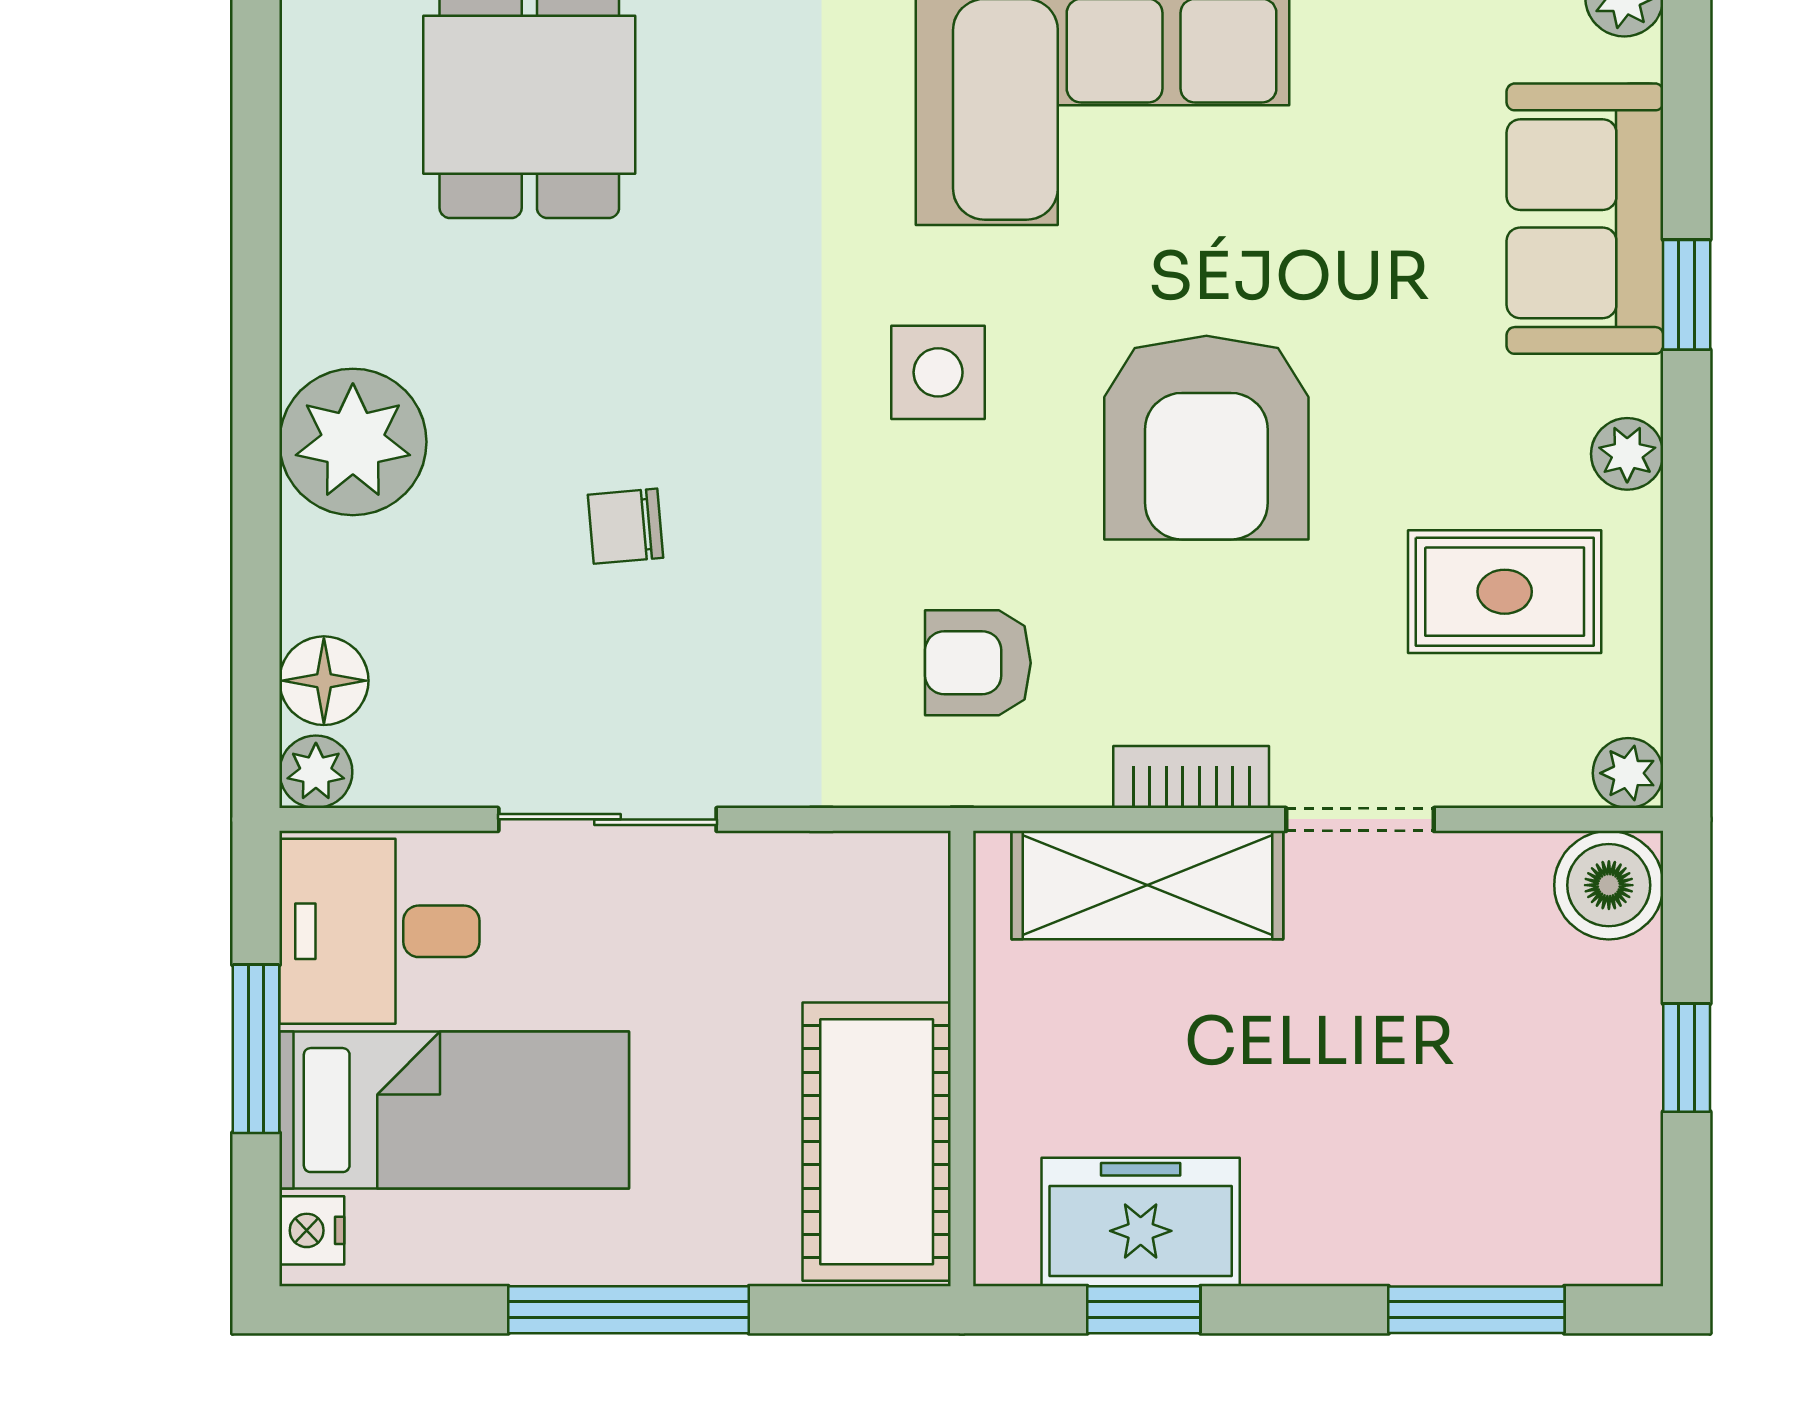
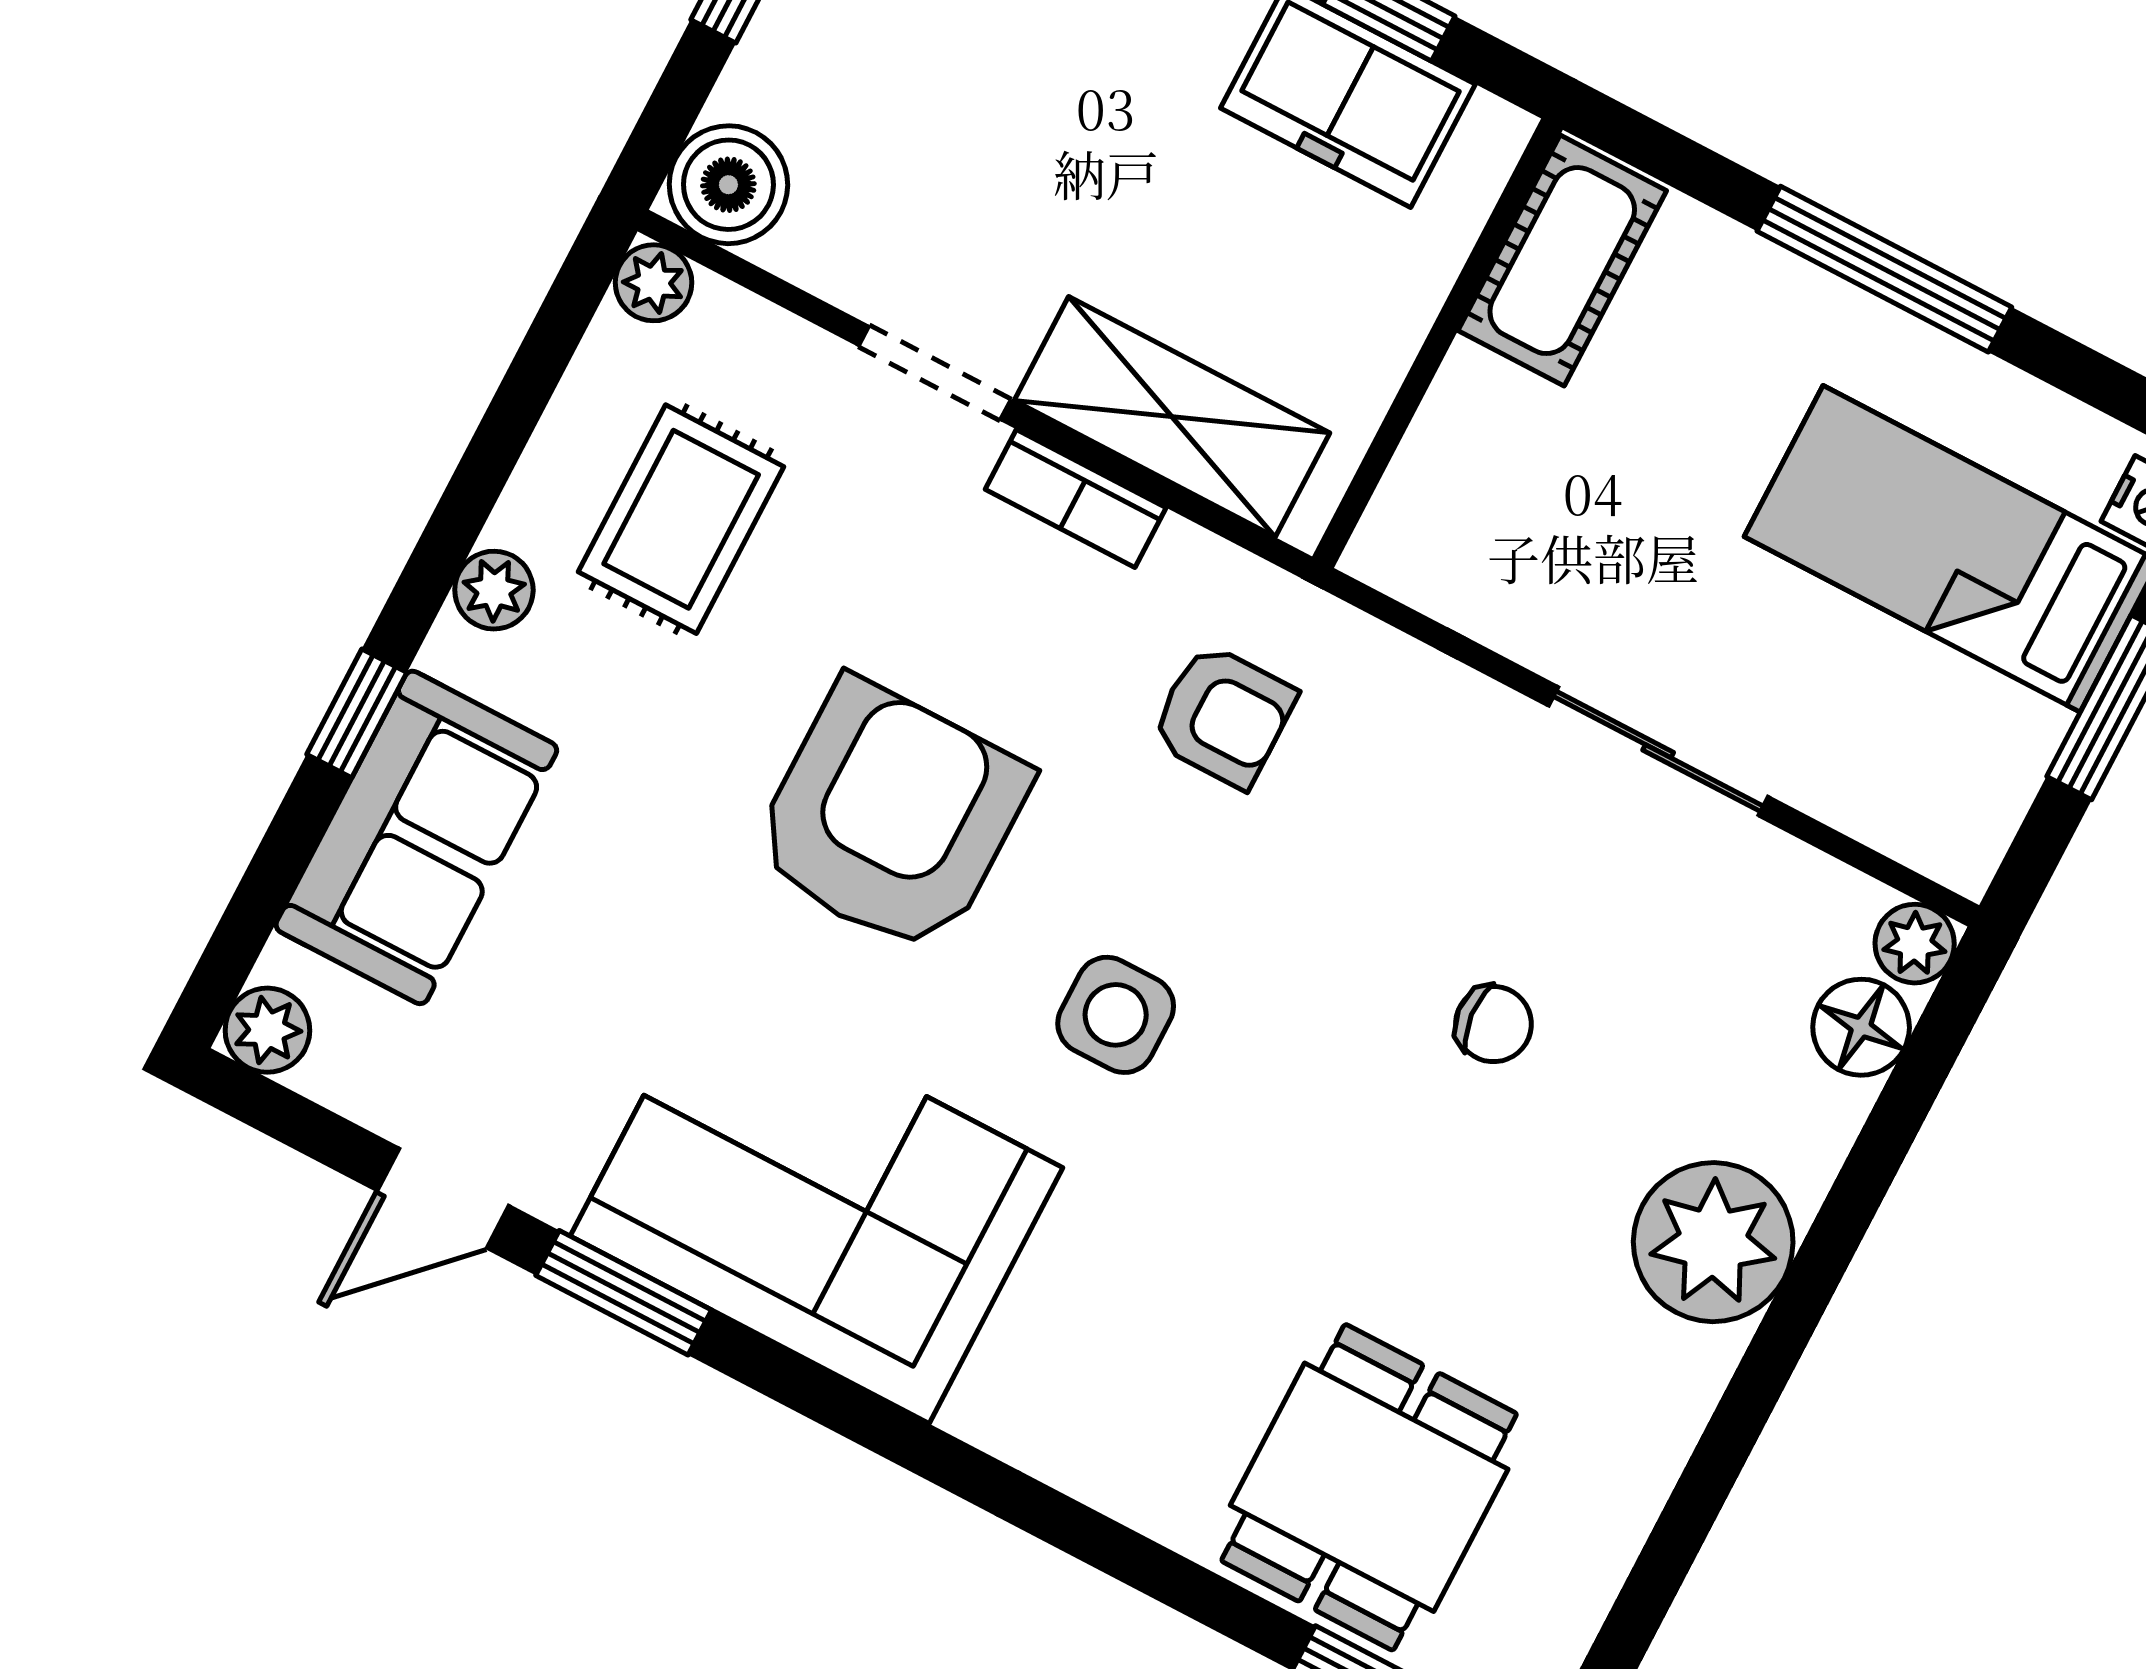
rug: (1505, 592) -> (681, 519), turned 90
desk: (379, 931) -> (1934, 758), removed
cot: (877, 1142) -> (1562, 261), width x0.73, depth x0.75

